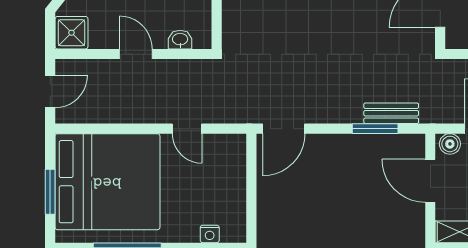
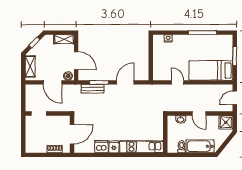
door: (284, 129) -> (125, 82), moved
bed: (107, 182) -> (211, 70), width x0.49

